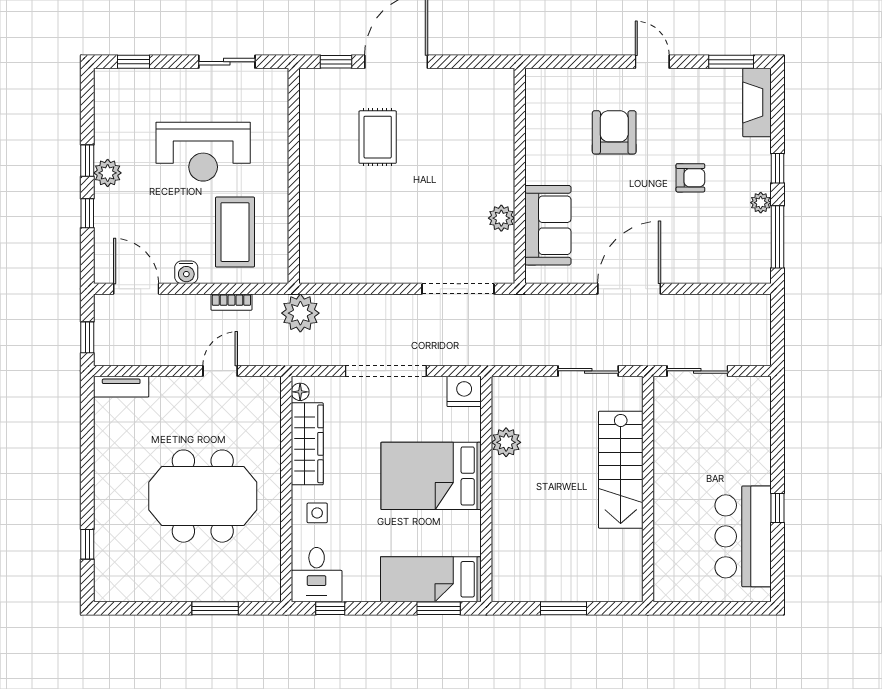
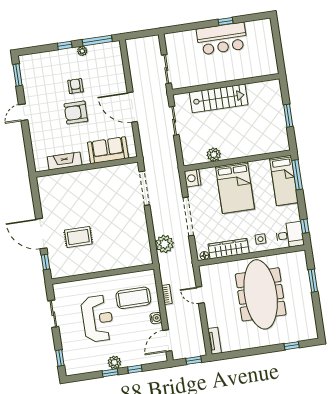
fireplace: (757, 102) -> (65, 161), moved, turned 180
armchair: (614, 132) -> (76, 113), moved
plant: (501, 218) -> (108, 173), removed
plant: (300, 313) -> (165, 244), moved
meeting table: (203, 496) -> (261, 294), width x1.36
bar counter: (743, 536) -> (222, 39), moved
window: (439, 608) -> (297, 175), width x1.44

